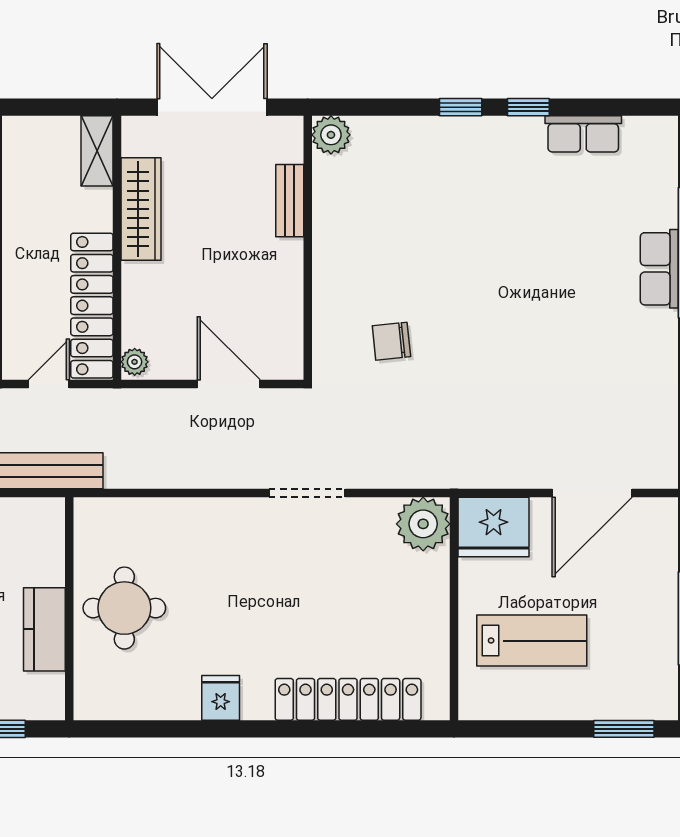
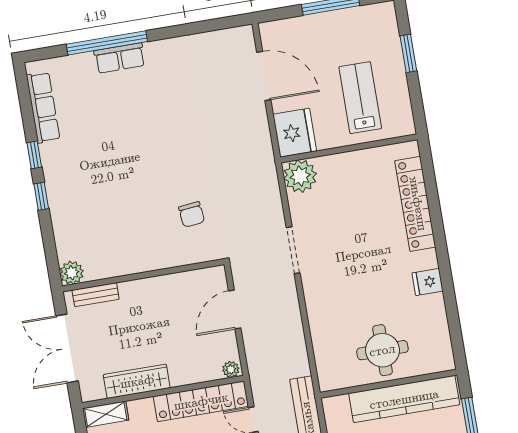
row of seats: (583, 134) -> (43, 107), width x1.48
bench: (290, 201) -> (96, 295), moved
kitchen counter: (44, 629) -> (404, 399), width x2.08, depth x1.17
window: (624, 729) -> (408, 53), moved

